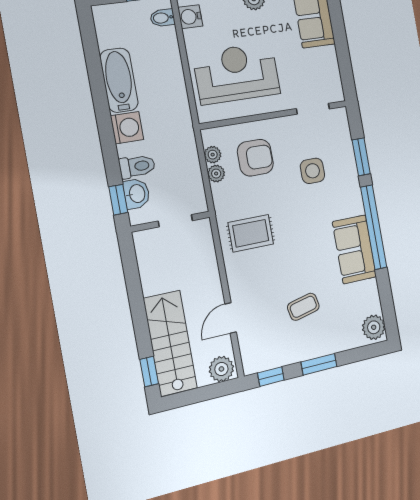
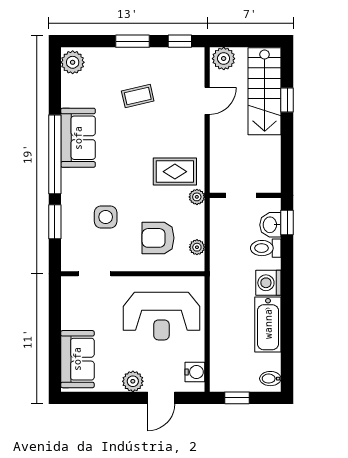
bidet: (162, 18) -> (270, 379), moved, turned 180
plant: (216, 174) -> (197, 197), moved
window: (149, 372) -> (287, 100), moved

